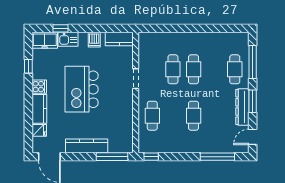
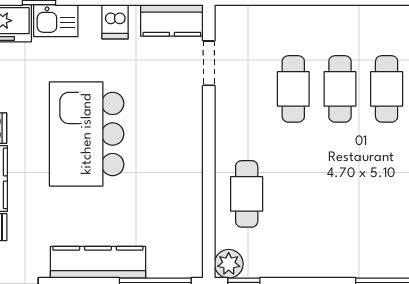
doorway: (136, 79) -> (209, 63), moved
cafe table: (194, 116) -> (387, 89), moved
plant: (144, 147) -> (229, 264), added

